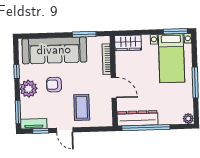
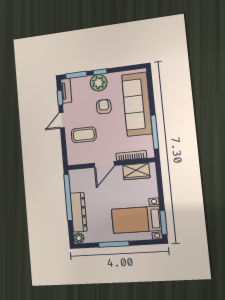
window: (84, 34) -> (155, 132), width x1.44
wardrobe: (128, 43) -> (136, 171), moved, turned -90
window: (17, 72) -> (100, 72), moved
dresser: (138, 118) -> (79, 212), moved

